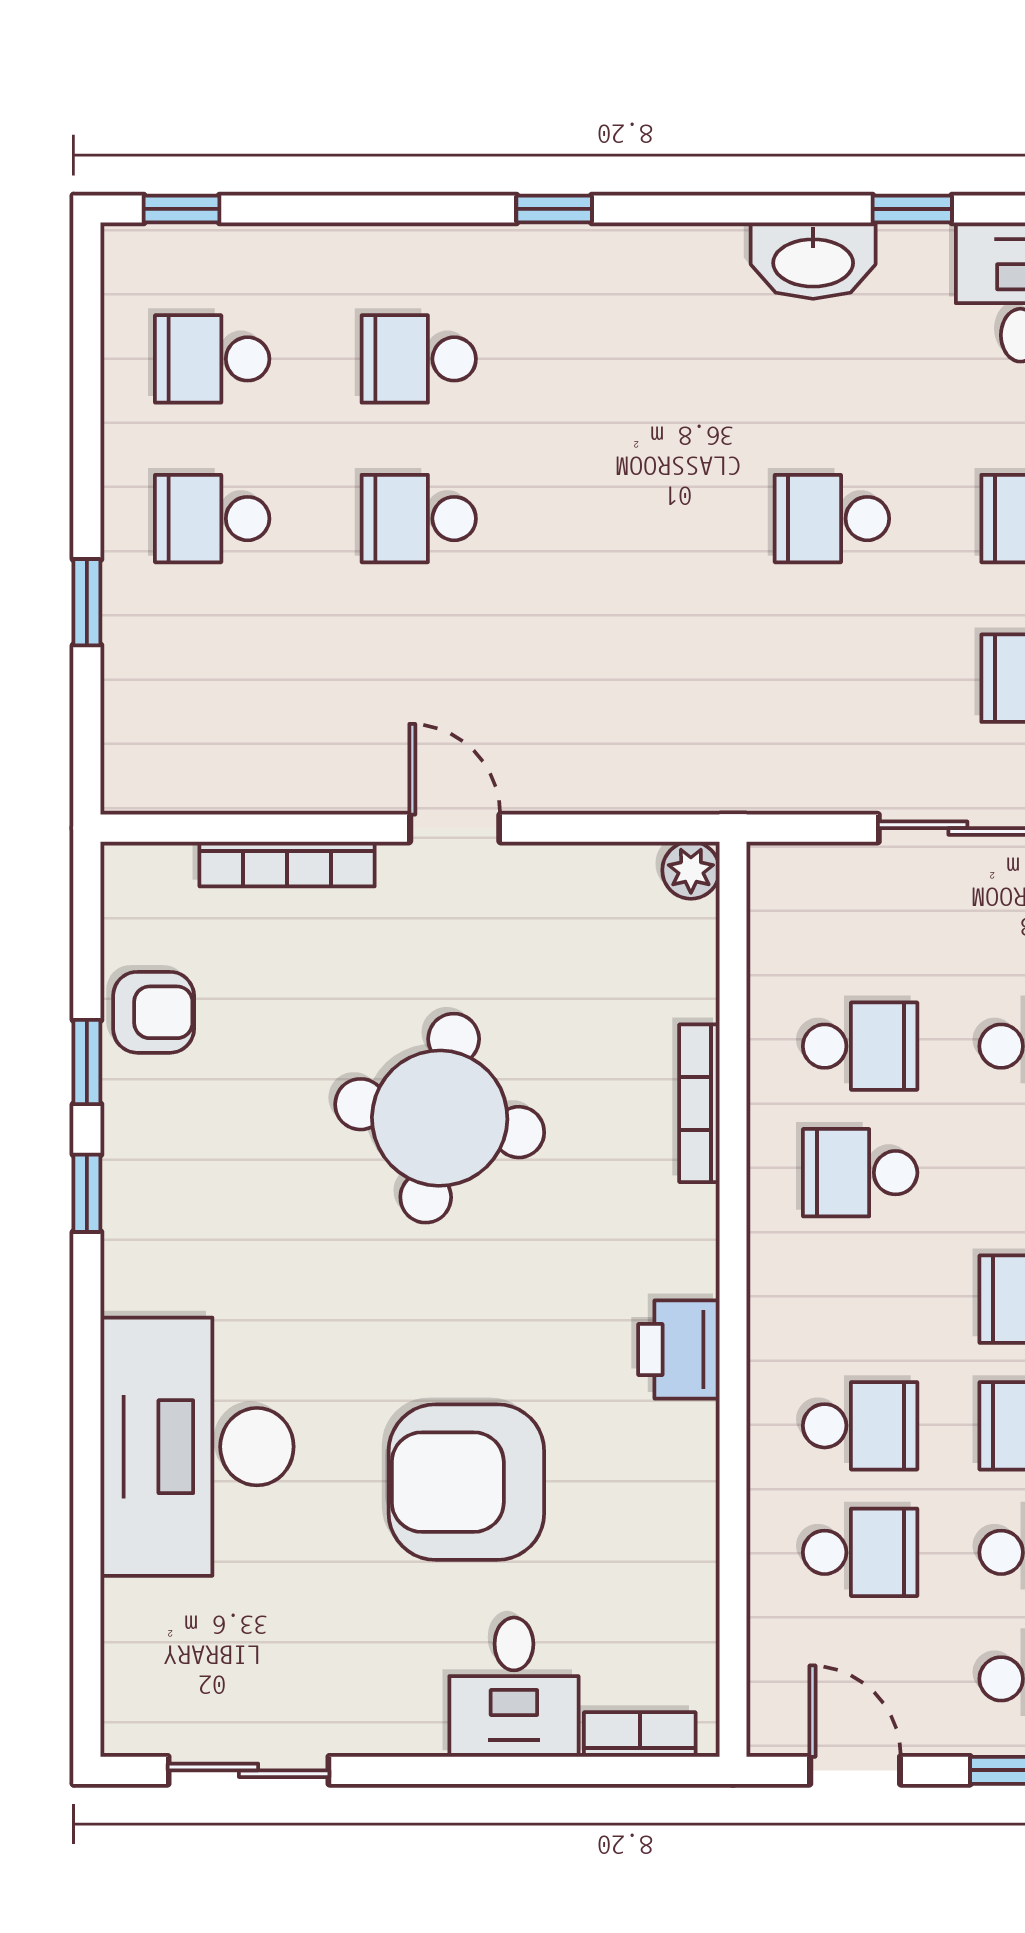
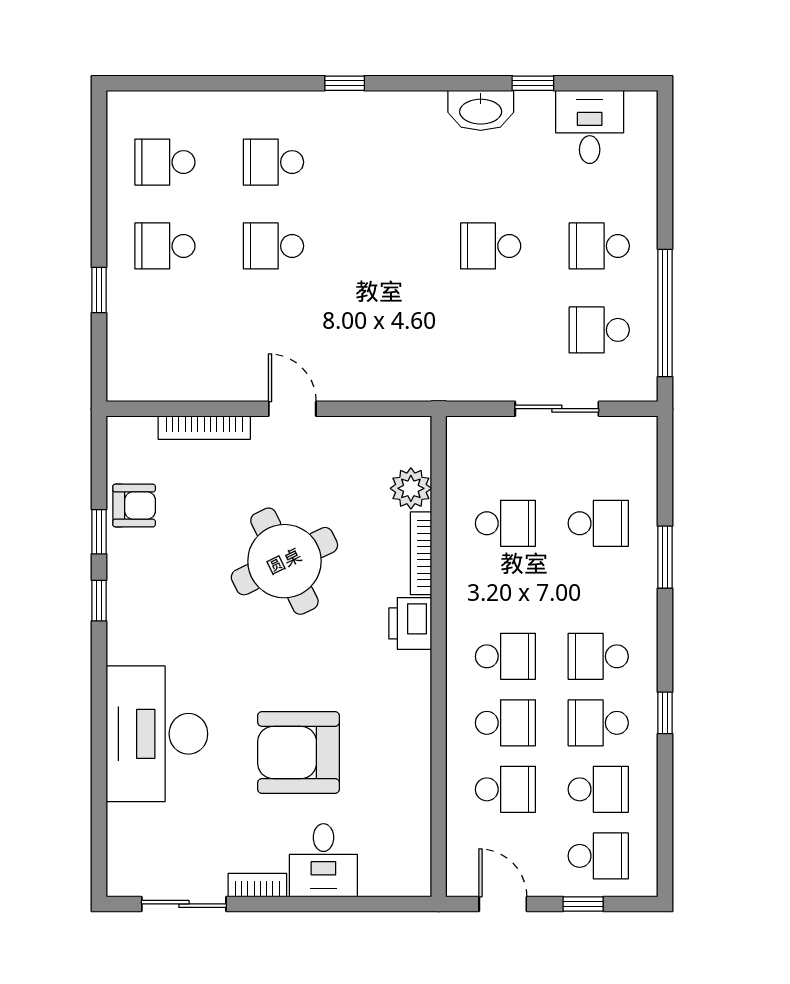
window: (182, 209) -> (149, 83), removed
plant: (691, 870) -> (411, 488), moved, width x1.38, depth x1.38
round table: (440, 1118) -> (284, 561), turned -36
school desk: (860, 1173) -> (505, 656), moved, turned 180
printer: (679, 1349) -> (410, 623), moved
bookcase: (640, 1735) -> (257, 885), moved

